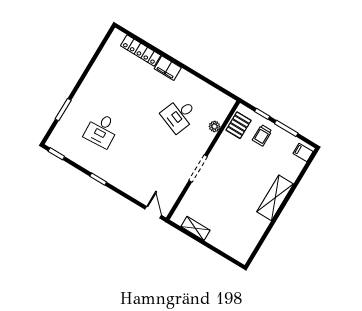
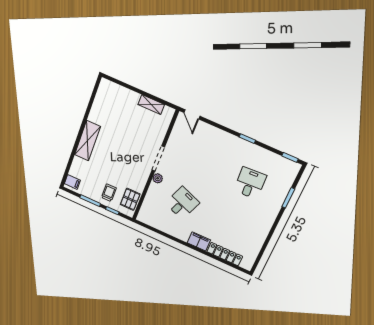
plant: (214, 126) -> (158, 178), moved

